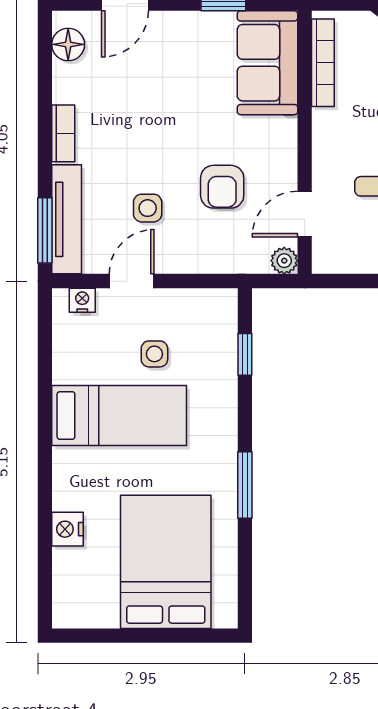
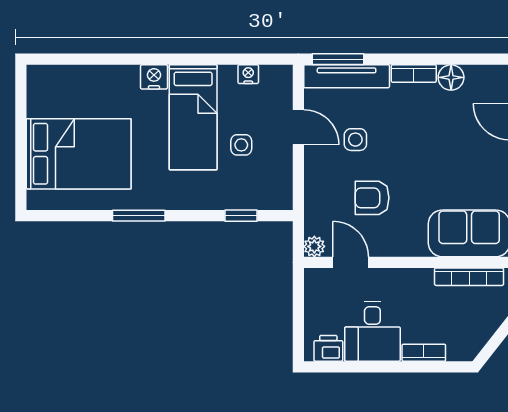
floor lamp: (68, 44) -> (451, 77), moved
nightstand: (82, 300) -> (248, 74), moved, turned -90
nightstand: (67, 529) -> (154, 77), moved

